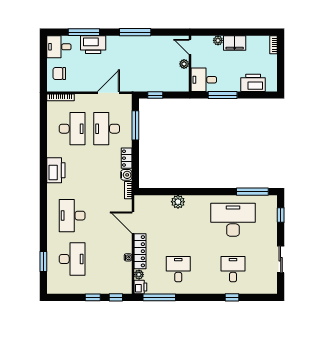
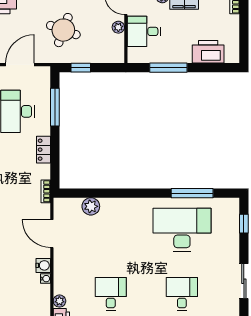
round table: (142, 66) -> (63, 30), added
desk: (204, 80) -> (144, 31), moved
water cooler: (126, 175) -> (43, 265), moved
window: (252, 192) -> (192, 193), moved
plant: (178, 202) -> (91, 206), moved
locker: (140, 251) -> (61, 271), removed

